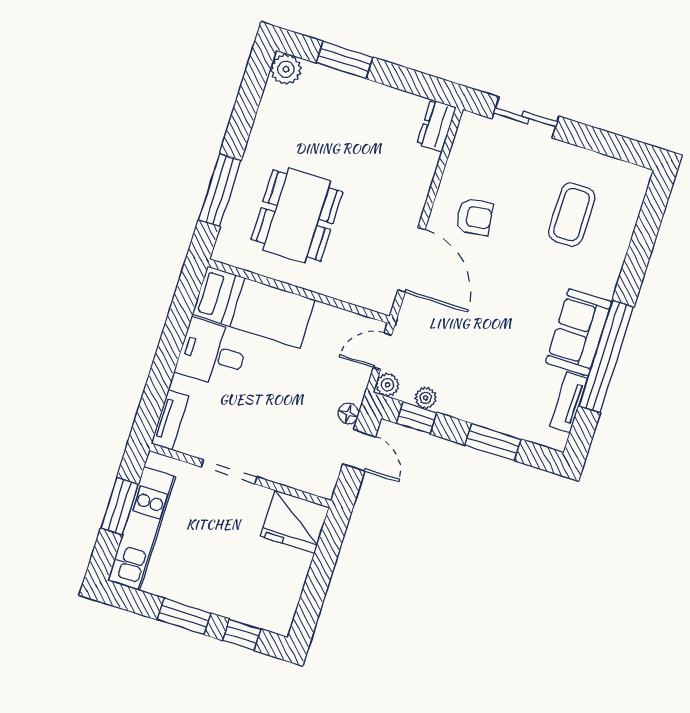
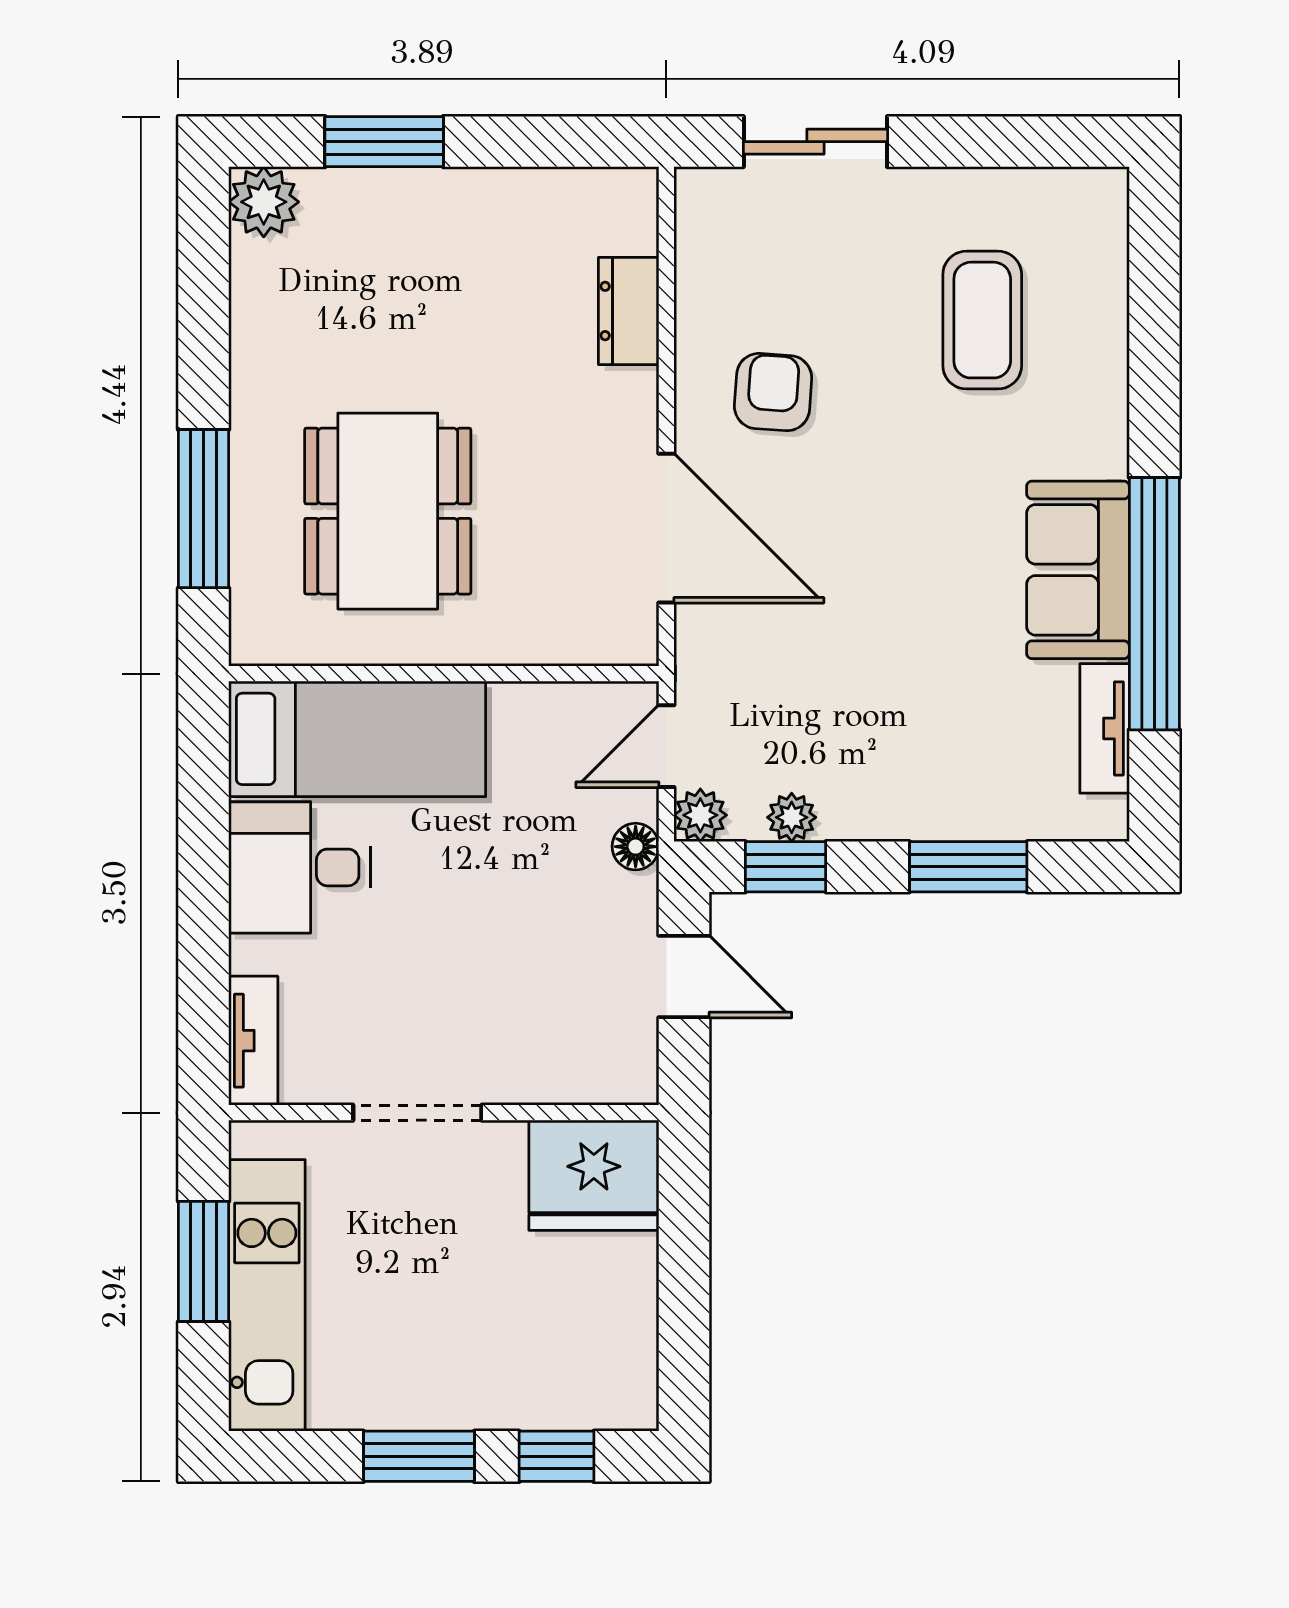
dresser: (437, 126) -> (629, 311), moved
armchair: (474, 217) -> (773, 392), turned -78
floor lamp: (348, 414) -> (636, 847), moved

